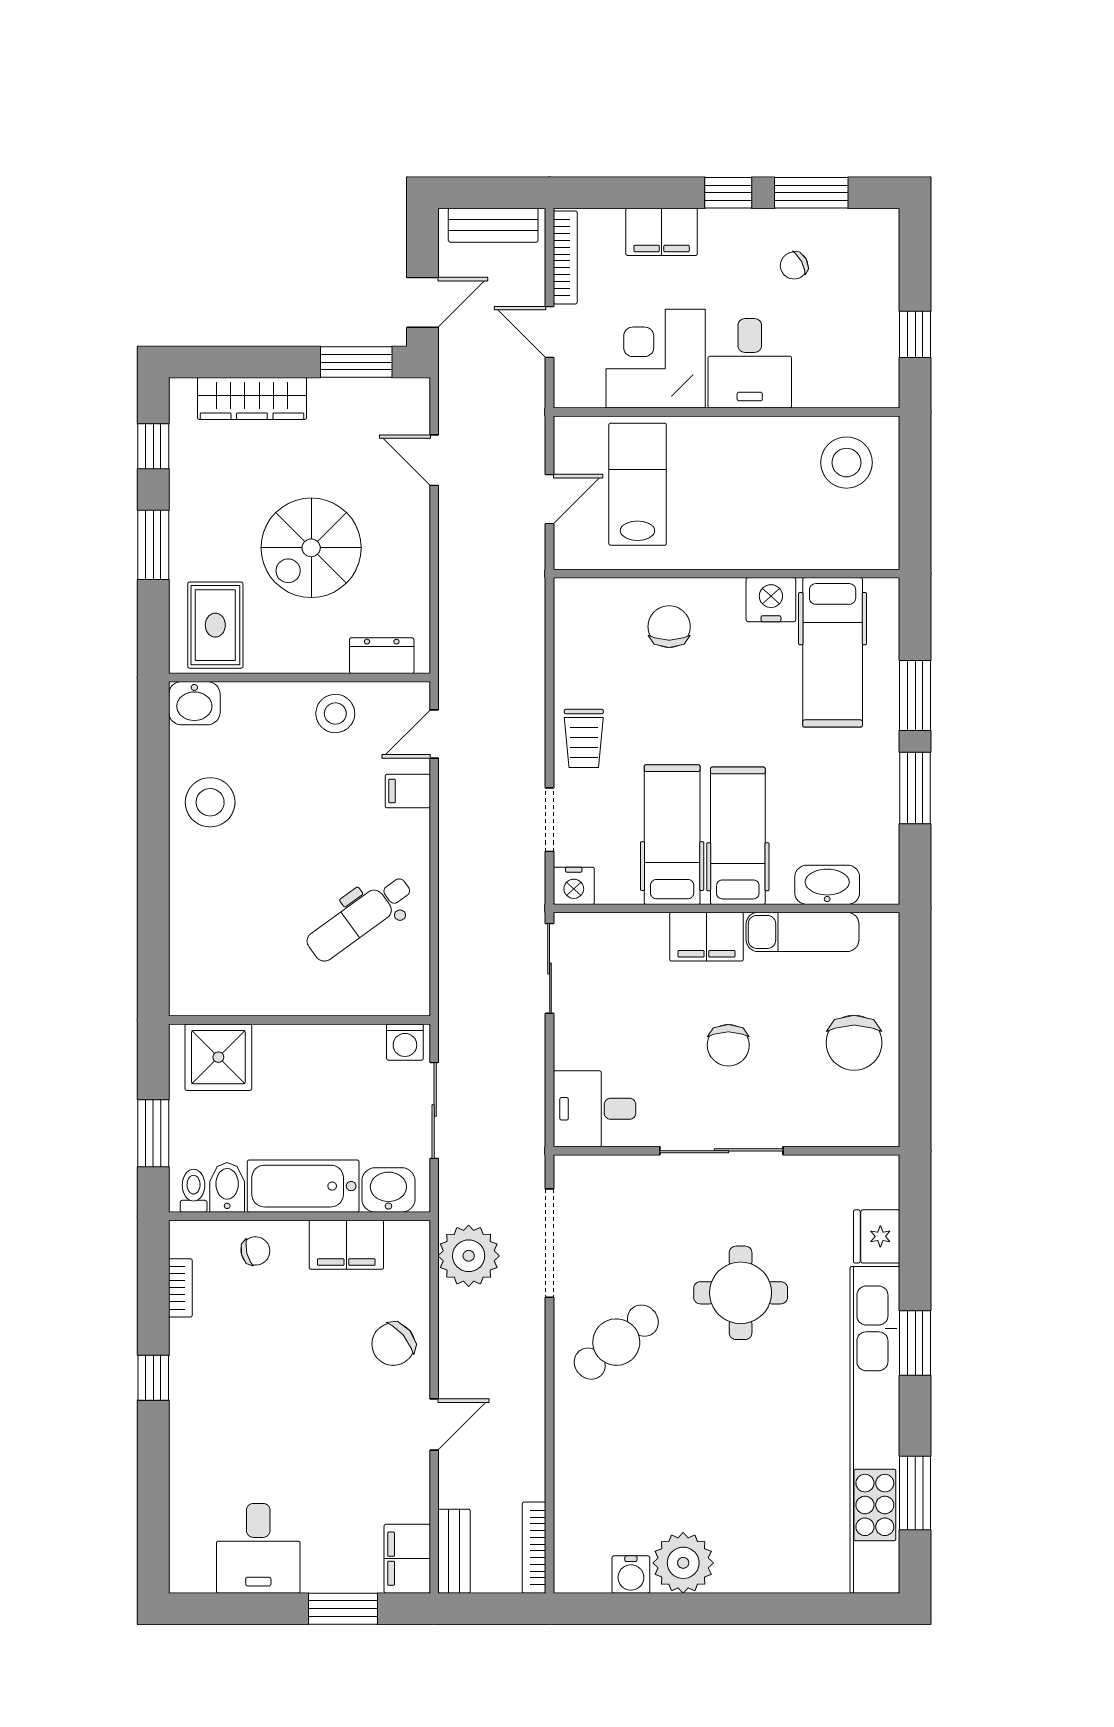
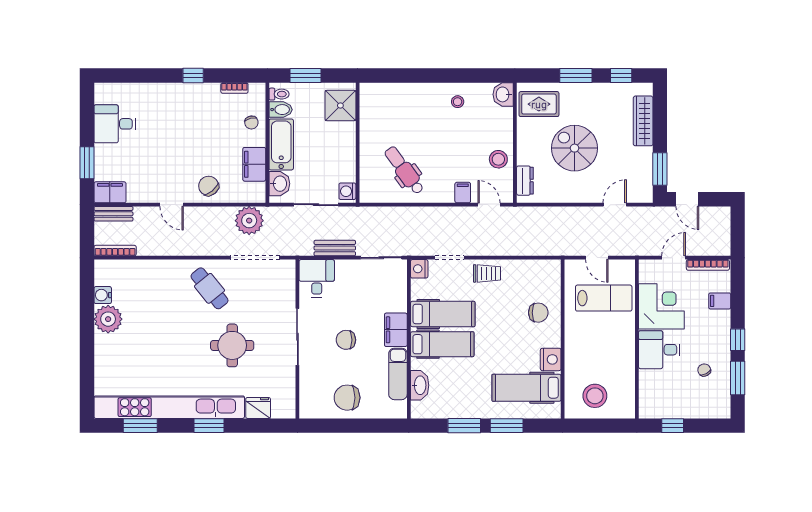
bench: (493, 225) -> (335, 248), moved, turned 90
filing cabinet: (662, 232) -> (720, 301), width x0.50
stool: (846, 463) -> (595, 396), moved
trolley: (584, 738) -> (487, 273), turned 180
stool: (210, 802) -> (458, 102), width x0.53, depth x0.53

